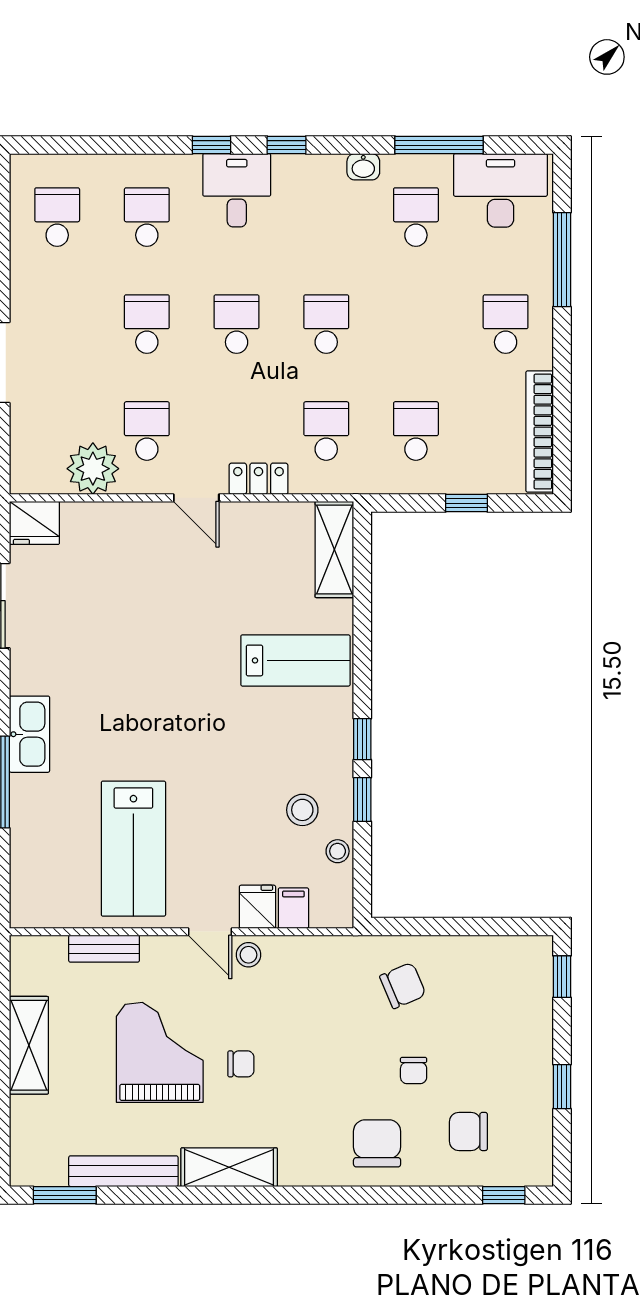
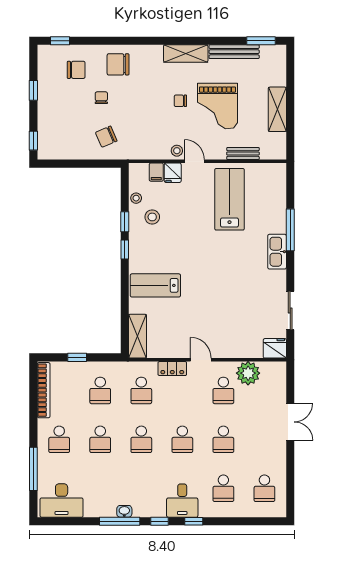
window: (439, 145) -> (120, 521), moved
school desk: (416, 217) -> (100, 439), moved
chair: (377, 1143) -> (118, 64), turned 90

